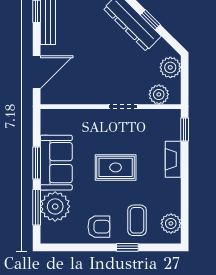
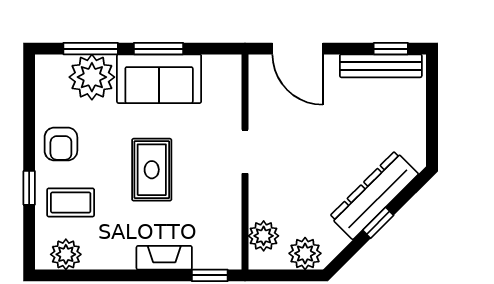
doorway: (123, 107) -> (245, 152), moved

